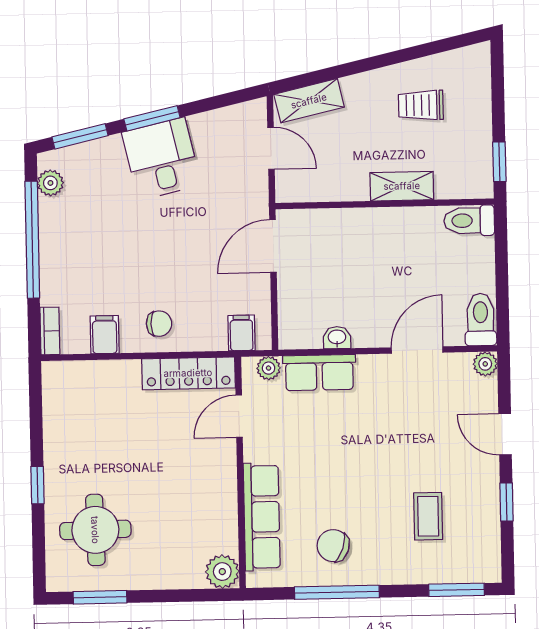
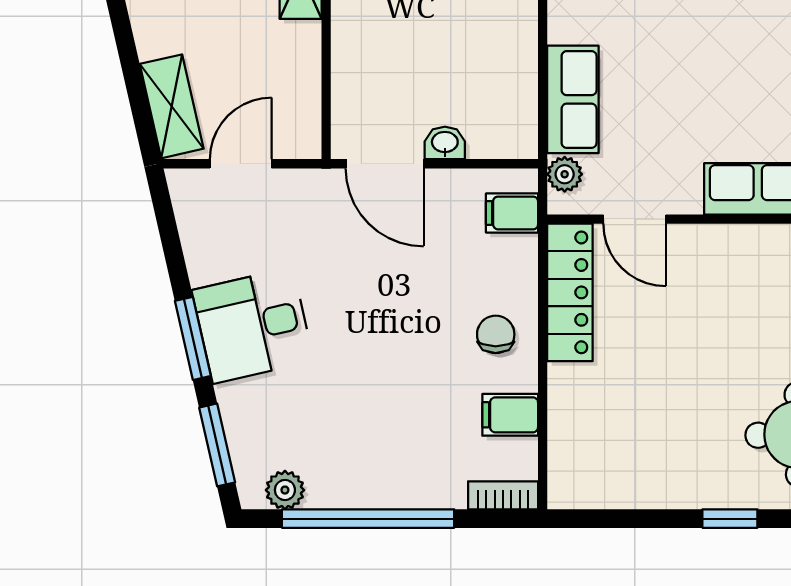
washbasin: (337, 338) -> (445, 143), moved, turned 90

